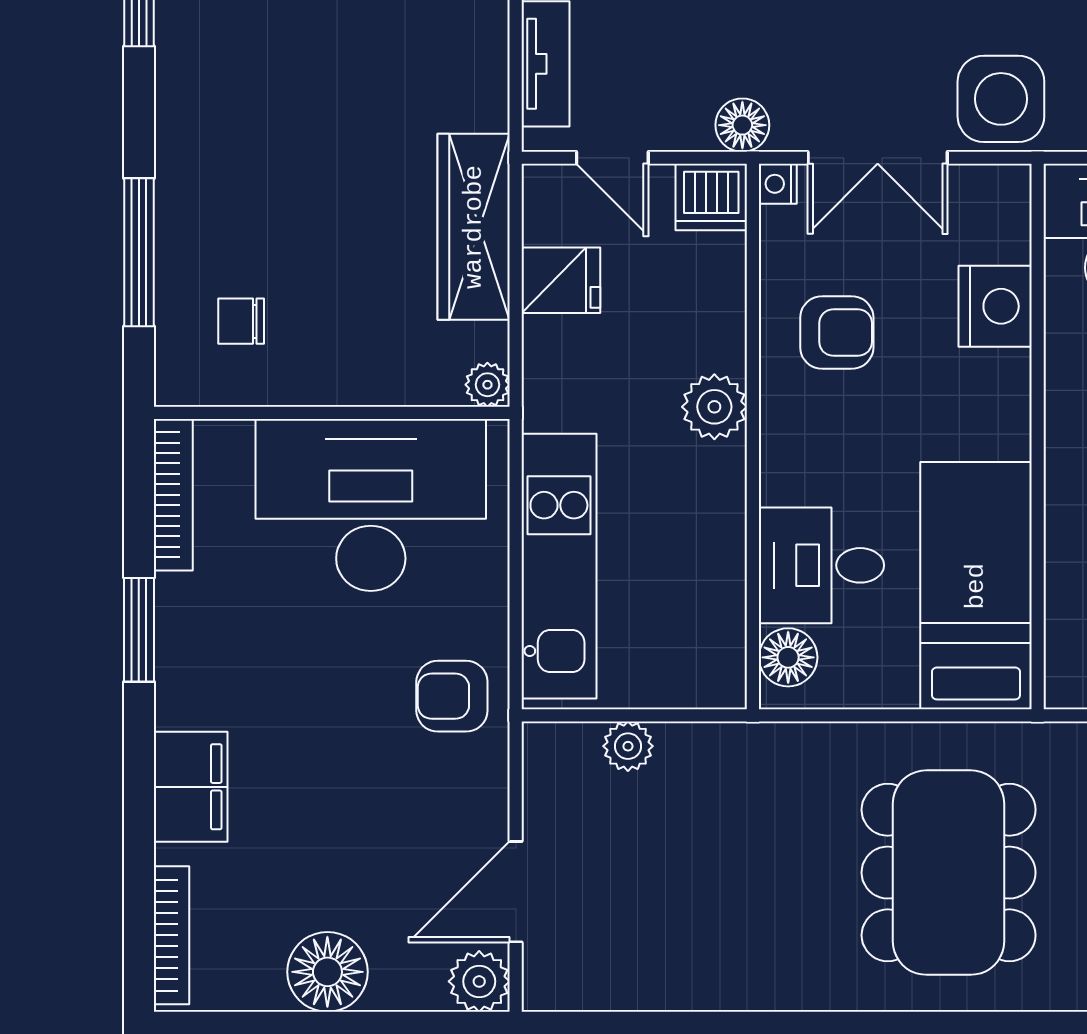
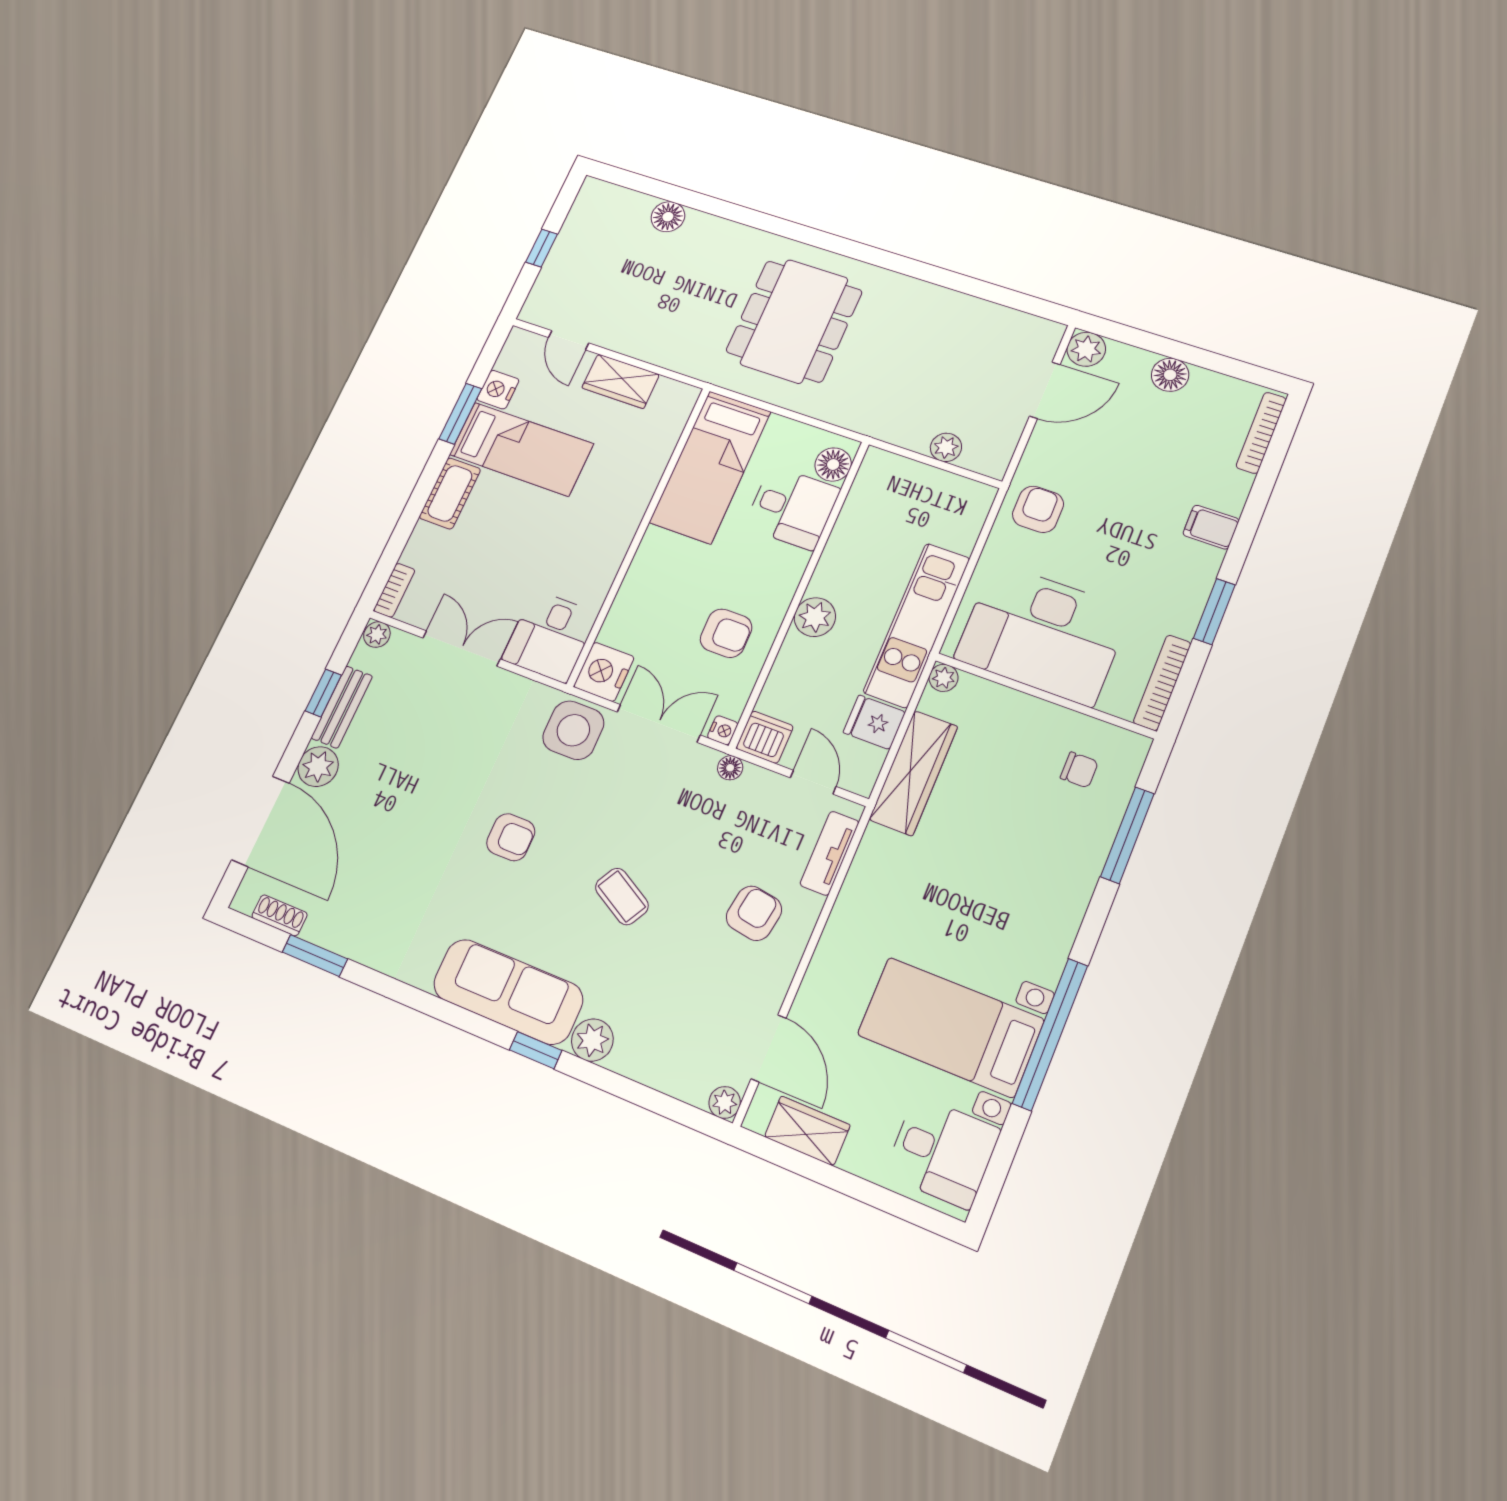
floor lamp: (742, 125) -> (730, 768), width x0.73, depth x0.73
nightstand: (995, 306) -> (604, 672), moved
armchair: (837, 333) -> (726, 633), turned 180
kitchen unit: (559, 566) -> (917, 625), moved
armchair: (452, 696) -> (1038, 509), turned -90
filing cabinet: (191, 787) -> (1211, 527), width x0.50
floor lamp: (327, 972) -> (1170, 375), width x0.73, depth x0.73

